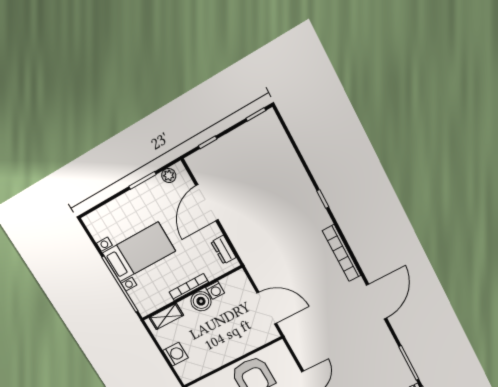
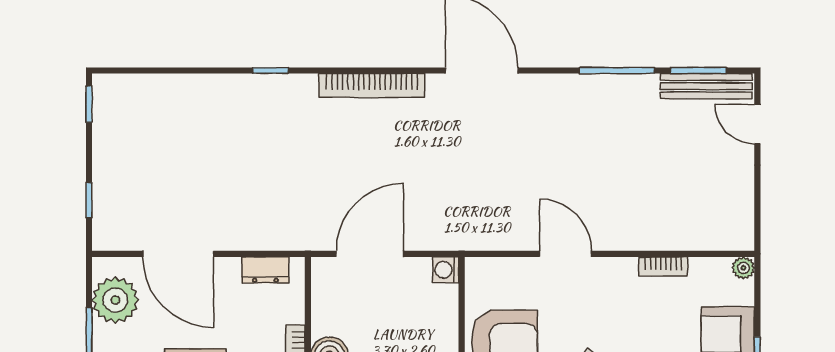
plant: (169, 175) -> (115, 300), width x1.88, depth x1.88
washing machine: (215, 290) -> (446, 270), moved, turned 180
door: (267, 308) -> (370, 254), moved

